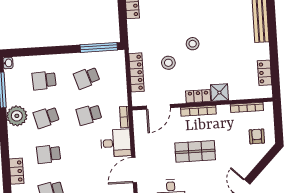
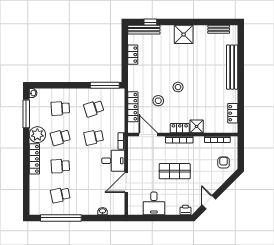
door: (158, 107) -> (148, 135), swing flipped
locker: (16, 171) -> (34, 159), moved, width x1.53

